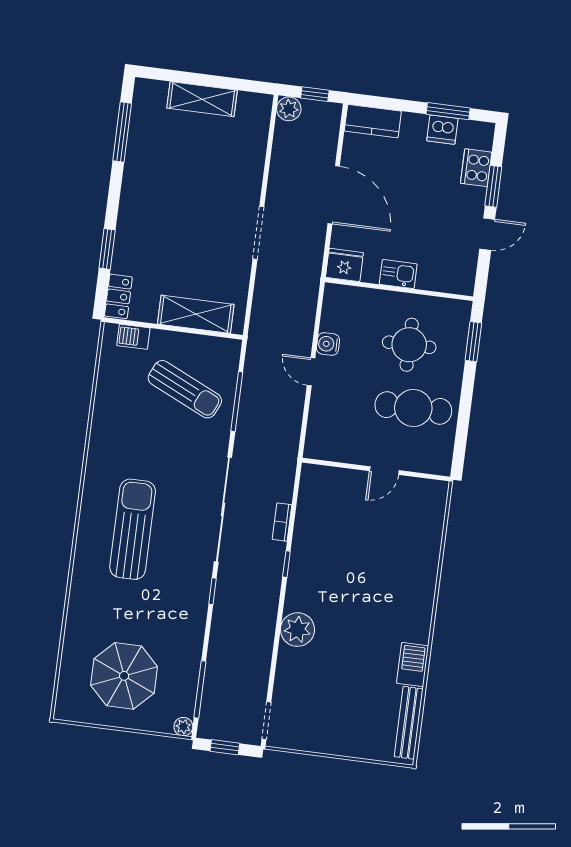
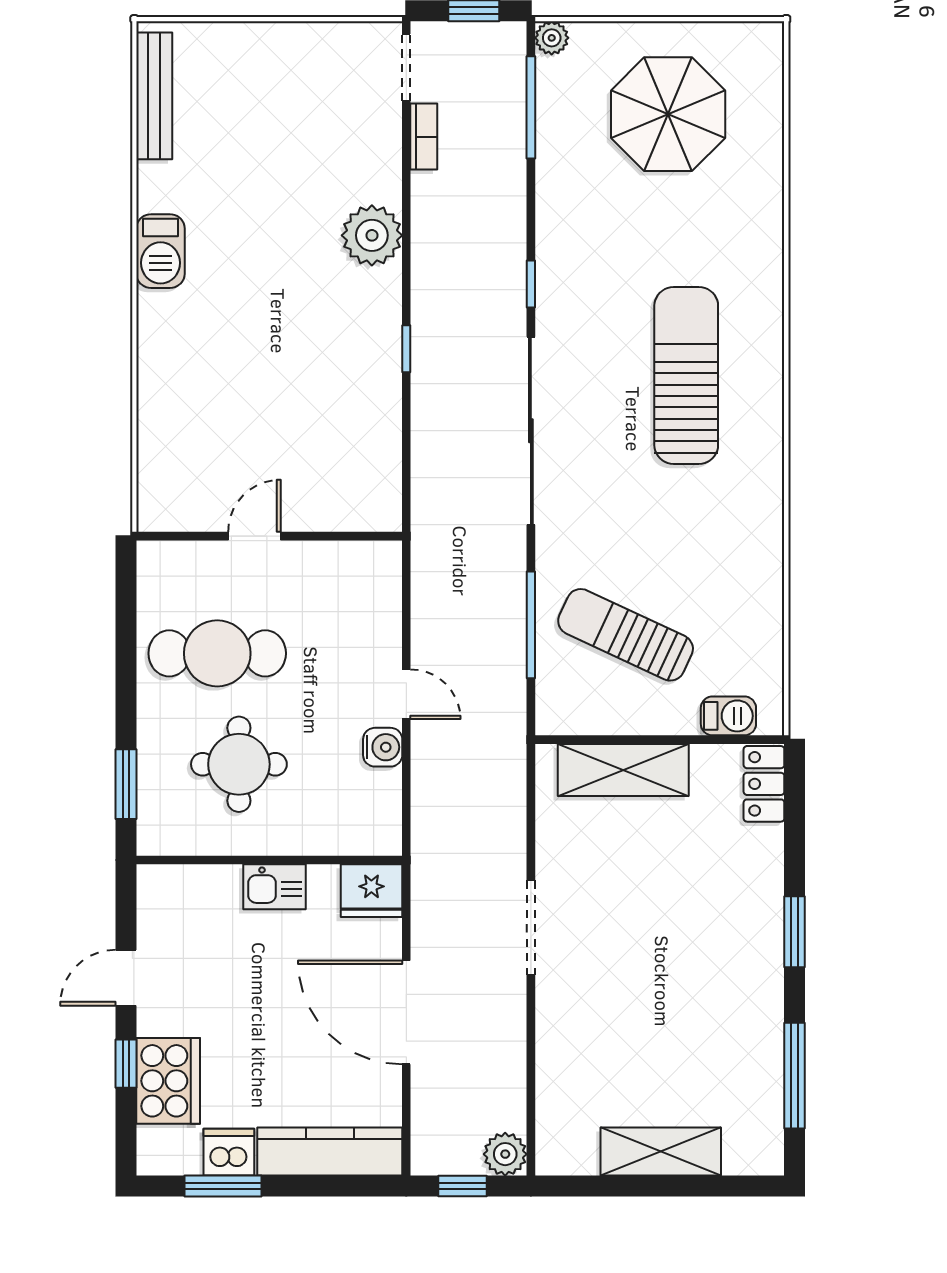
kitchen counter: (373, 121) -> (330, 1151), width x1.50
cooker: (476, 168) -> (168, 1081), width x1.37, depth x1.31
window: (493, 186) -> (126, 1064), width x0.67
window: (107, 249) -> (795, 932), moved
bookcase: (282, 522) -> (424, 137), moved
sun lounger: (133, 529) -> (686, 375), turned 180
barbecue: (413, 665) -> (161, 251), moved

